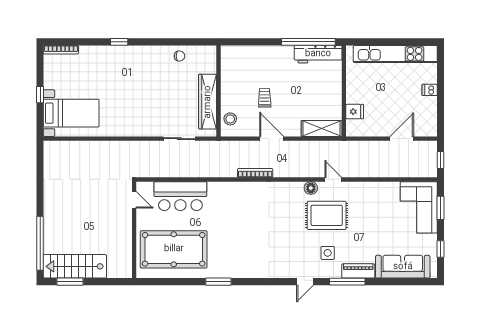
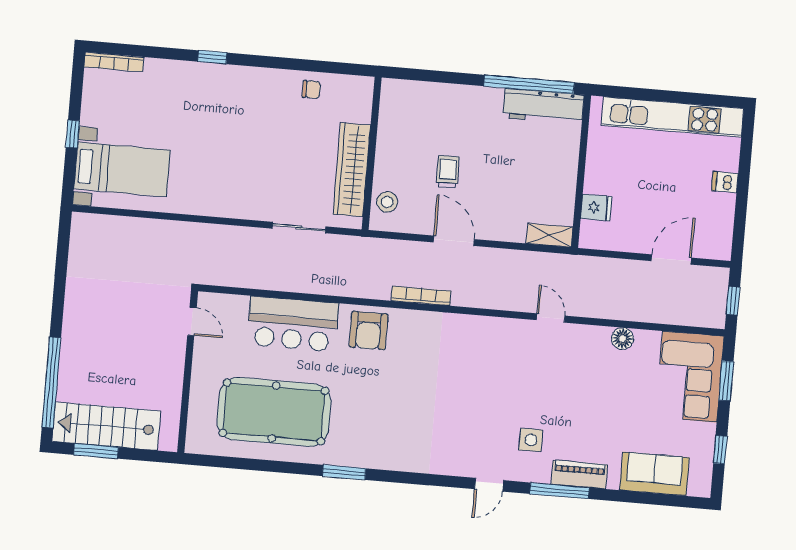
shelving: (322, 128) -> (550, 235), width x0.67, depth x0.75
floor lamp: (311, 188) -> (623, 339), moved
armchair: (226, 196) -> (369, 331), added
door: (134, 200) -> (192, 321), moved
rug: (327, 215) -> (535, 377), removed
wall: (134, 230) -> (188, 372), moved
sofa: (403, 267) -> (654, 474), width x0.73

